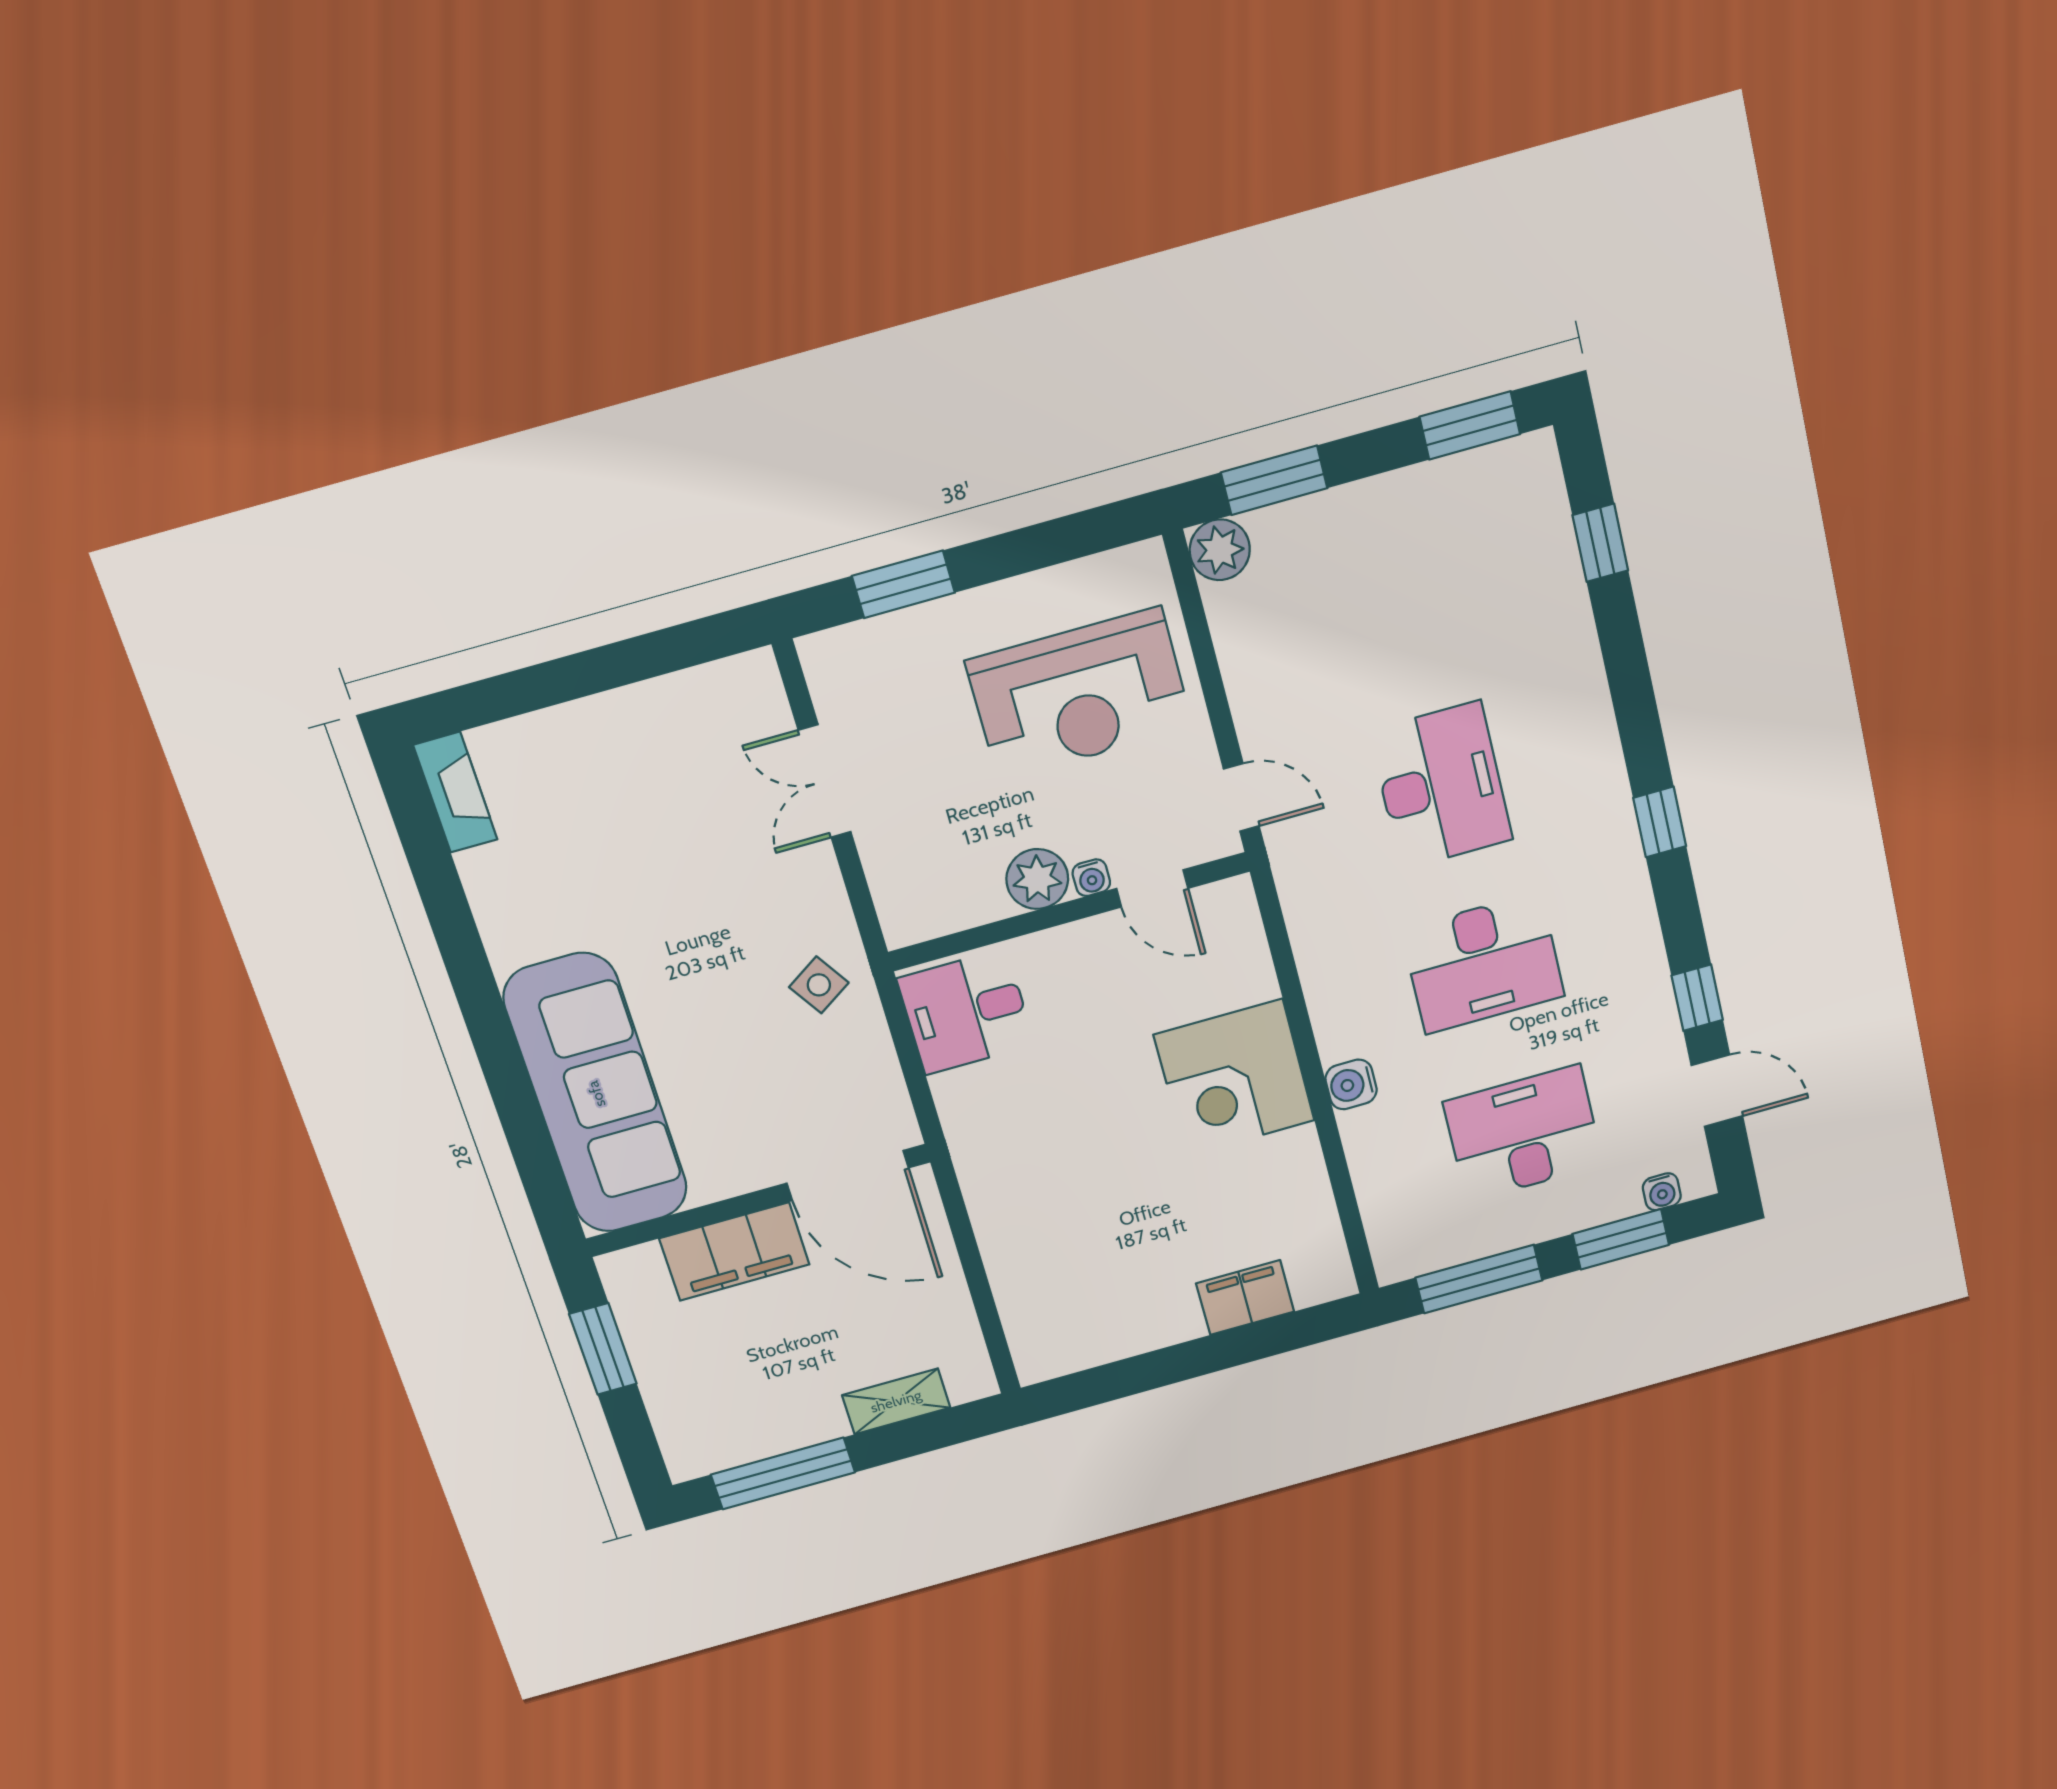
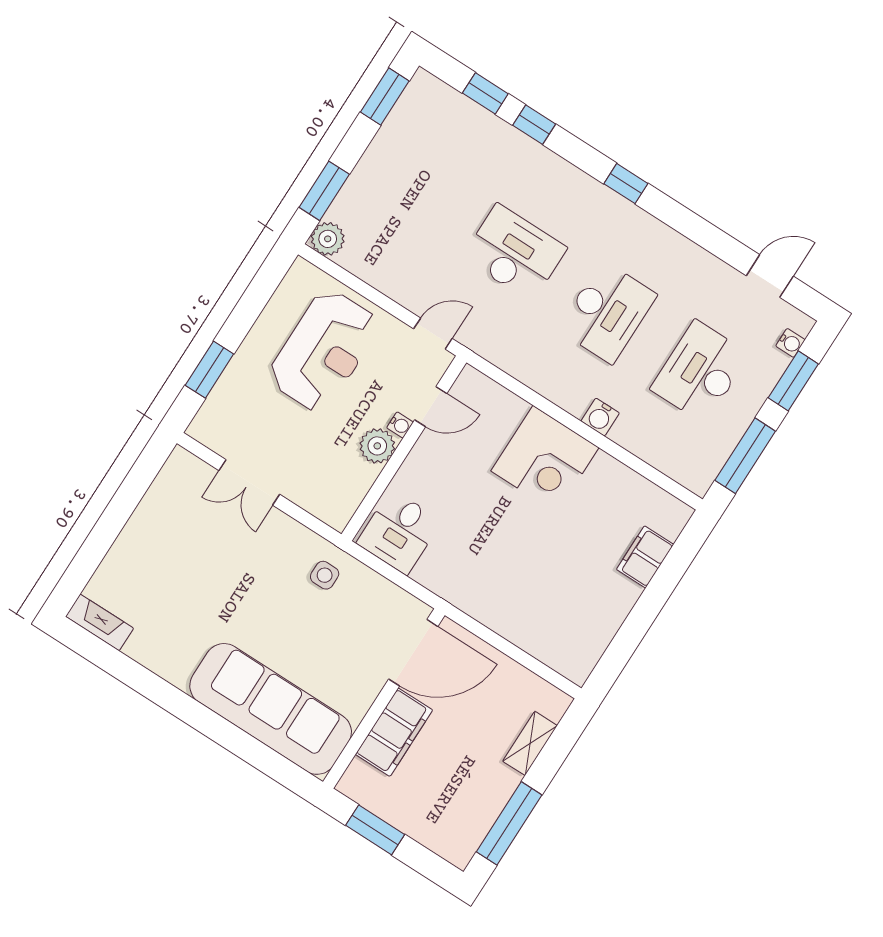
side table: (819, 985) -> (325, 575), turned 33
window: (1697, 998) -> (534, 125), moved

